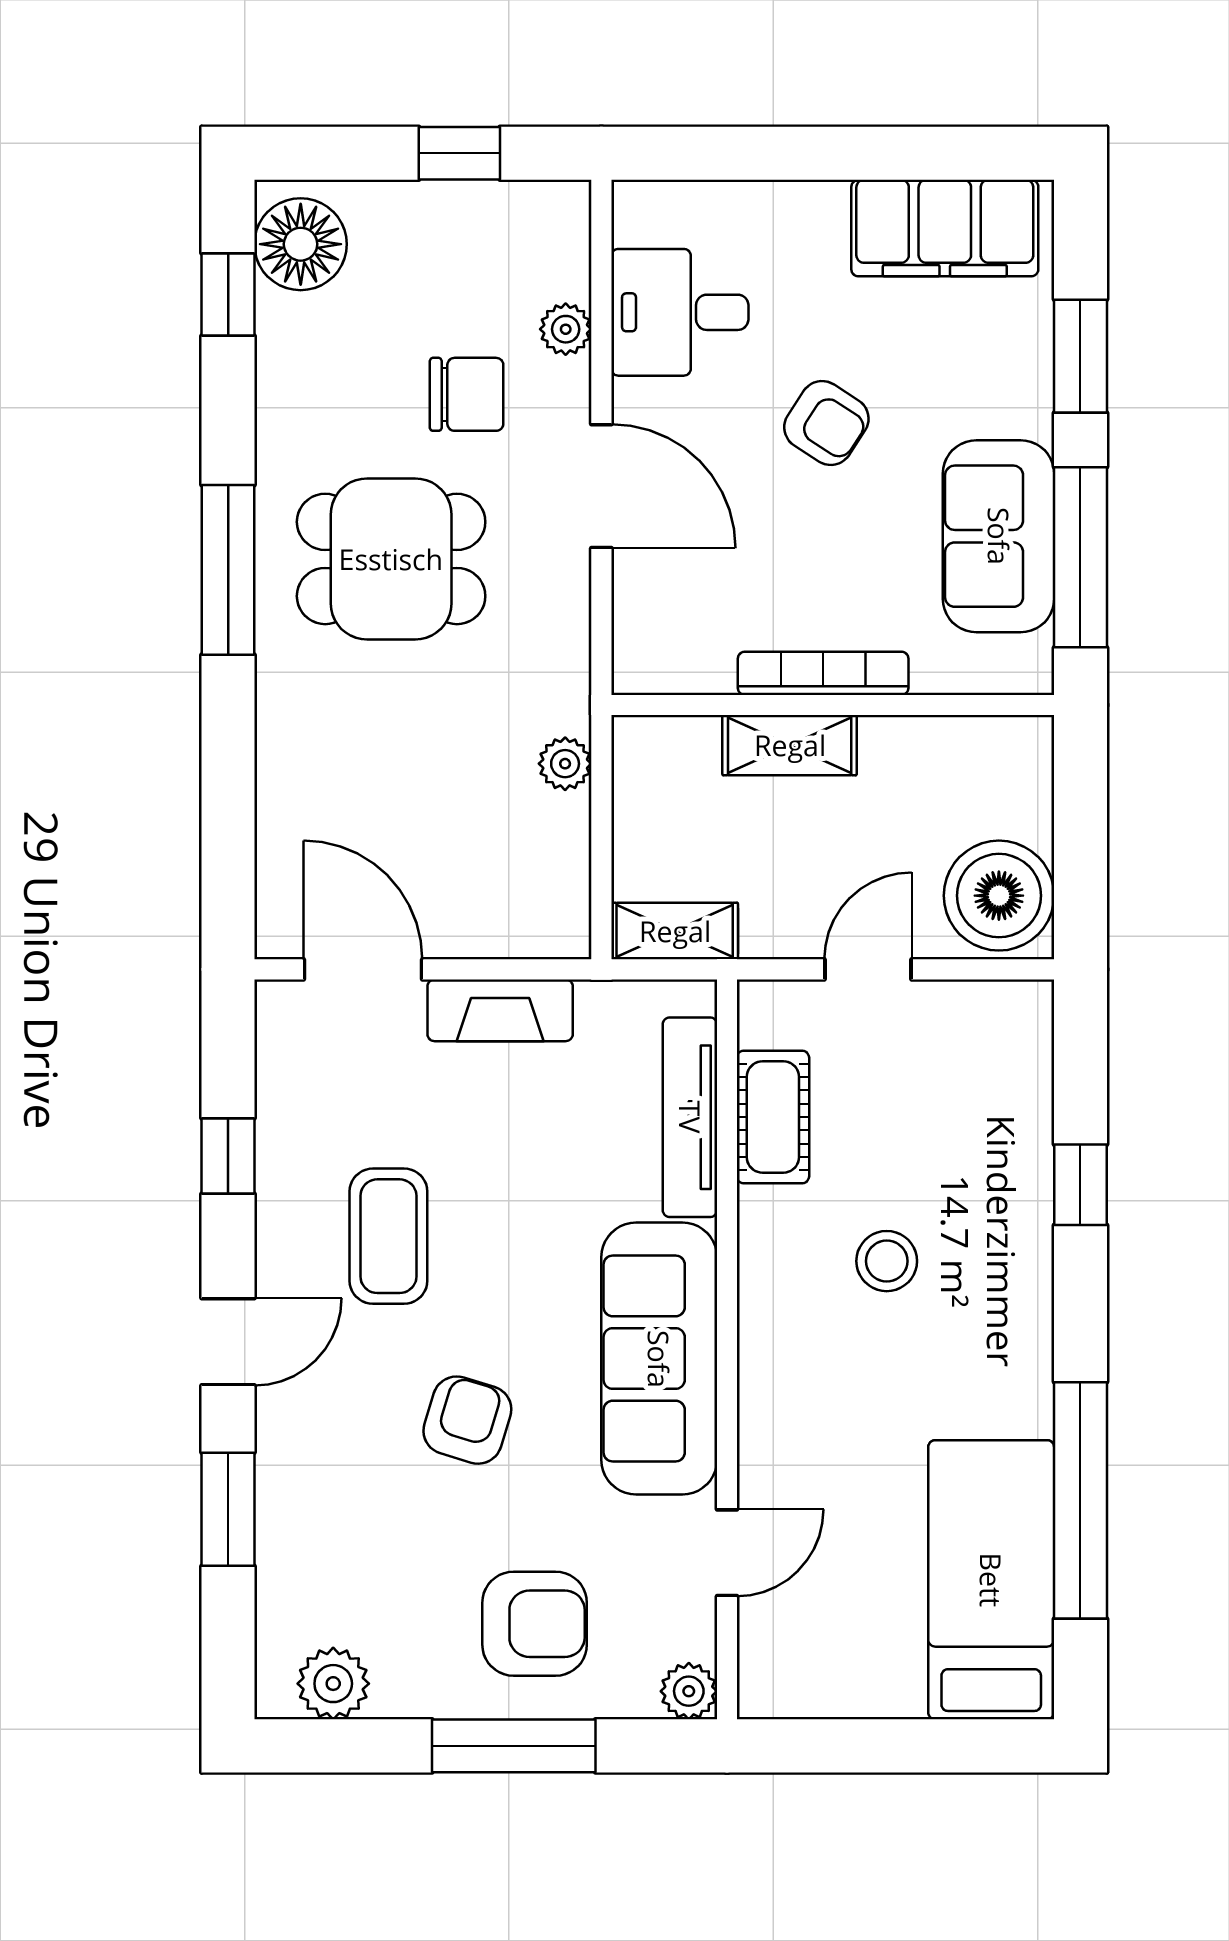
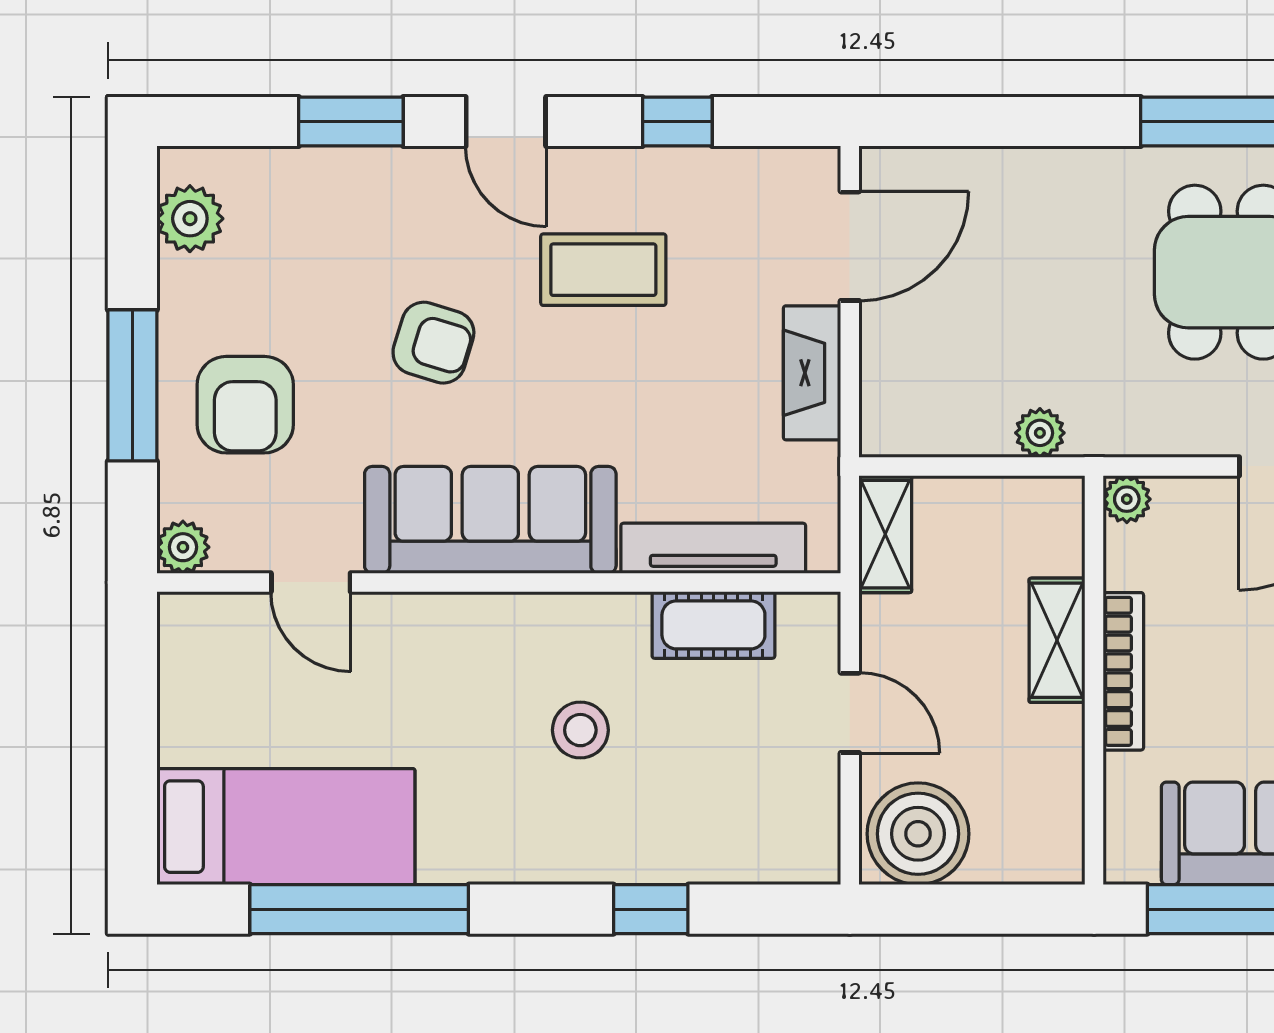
plant: (637, 670) -> (1127, 499), added

